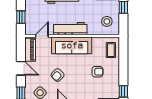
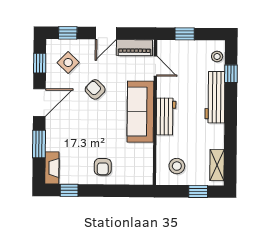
workbench: (70, 29) -> (166, 117), width x0.73
coffee table: (111, 50) -> (133, 172), removed
armchair: (97, 72) -> (103, 167), moved

